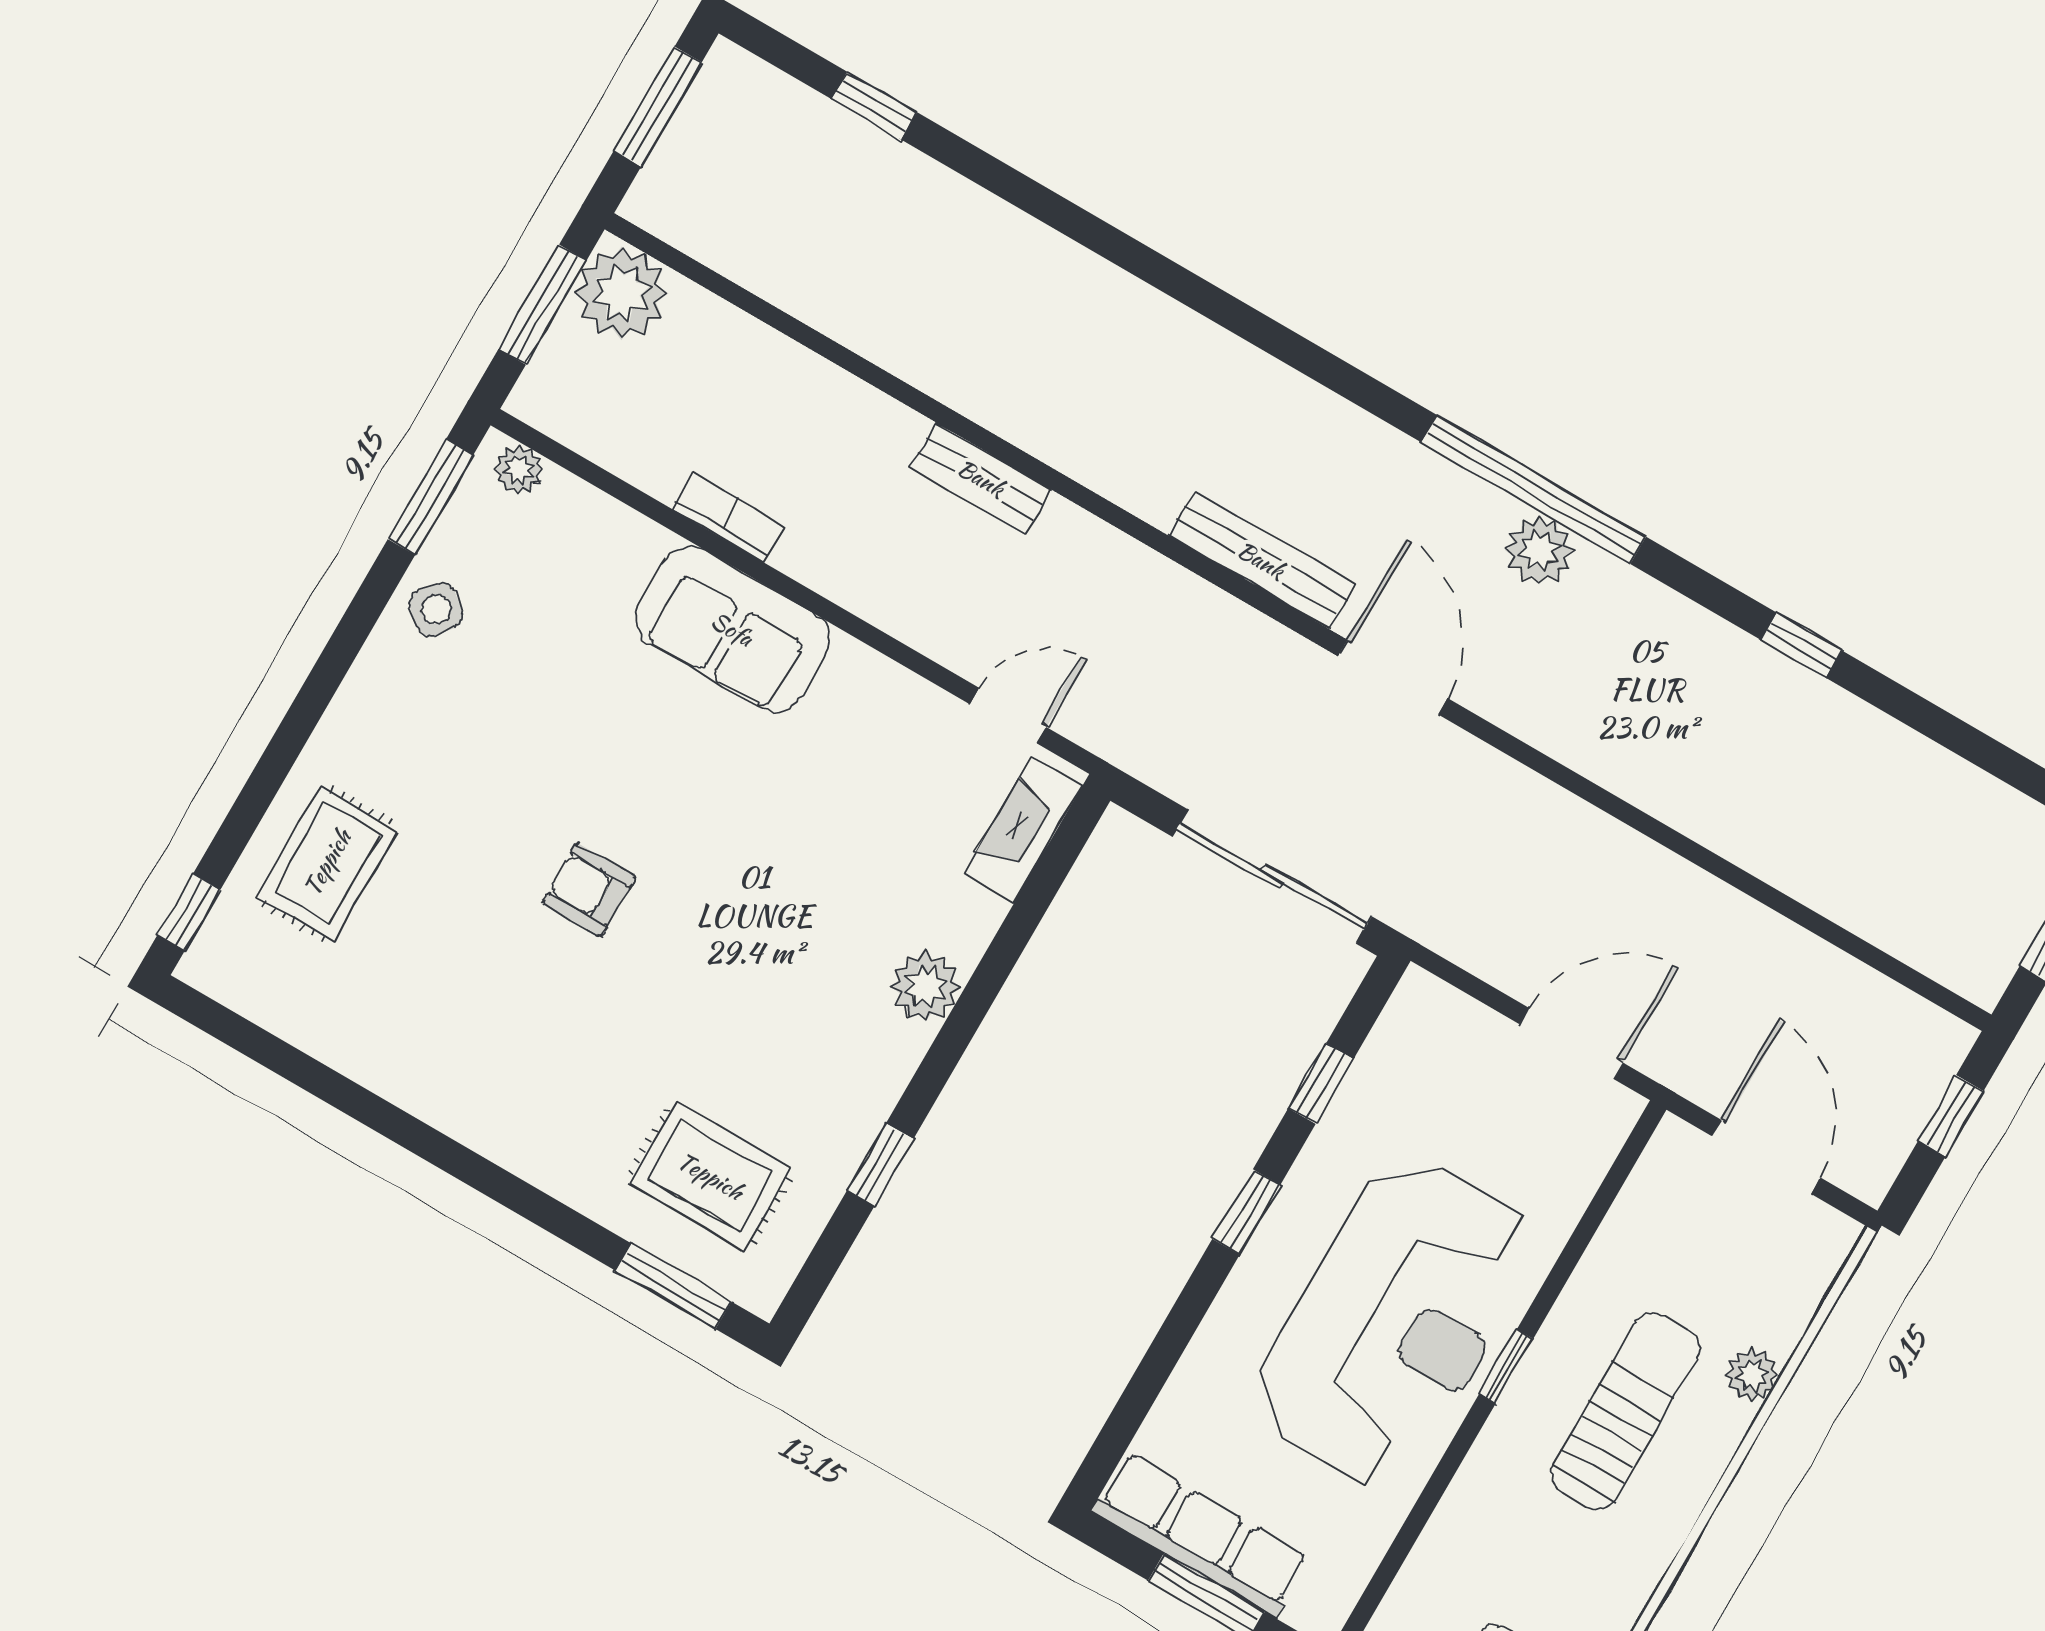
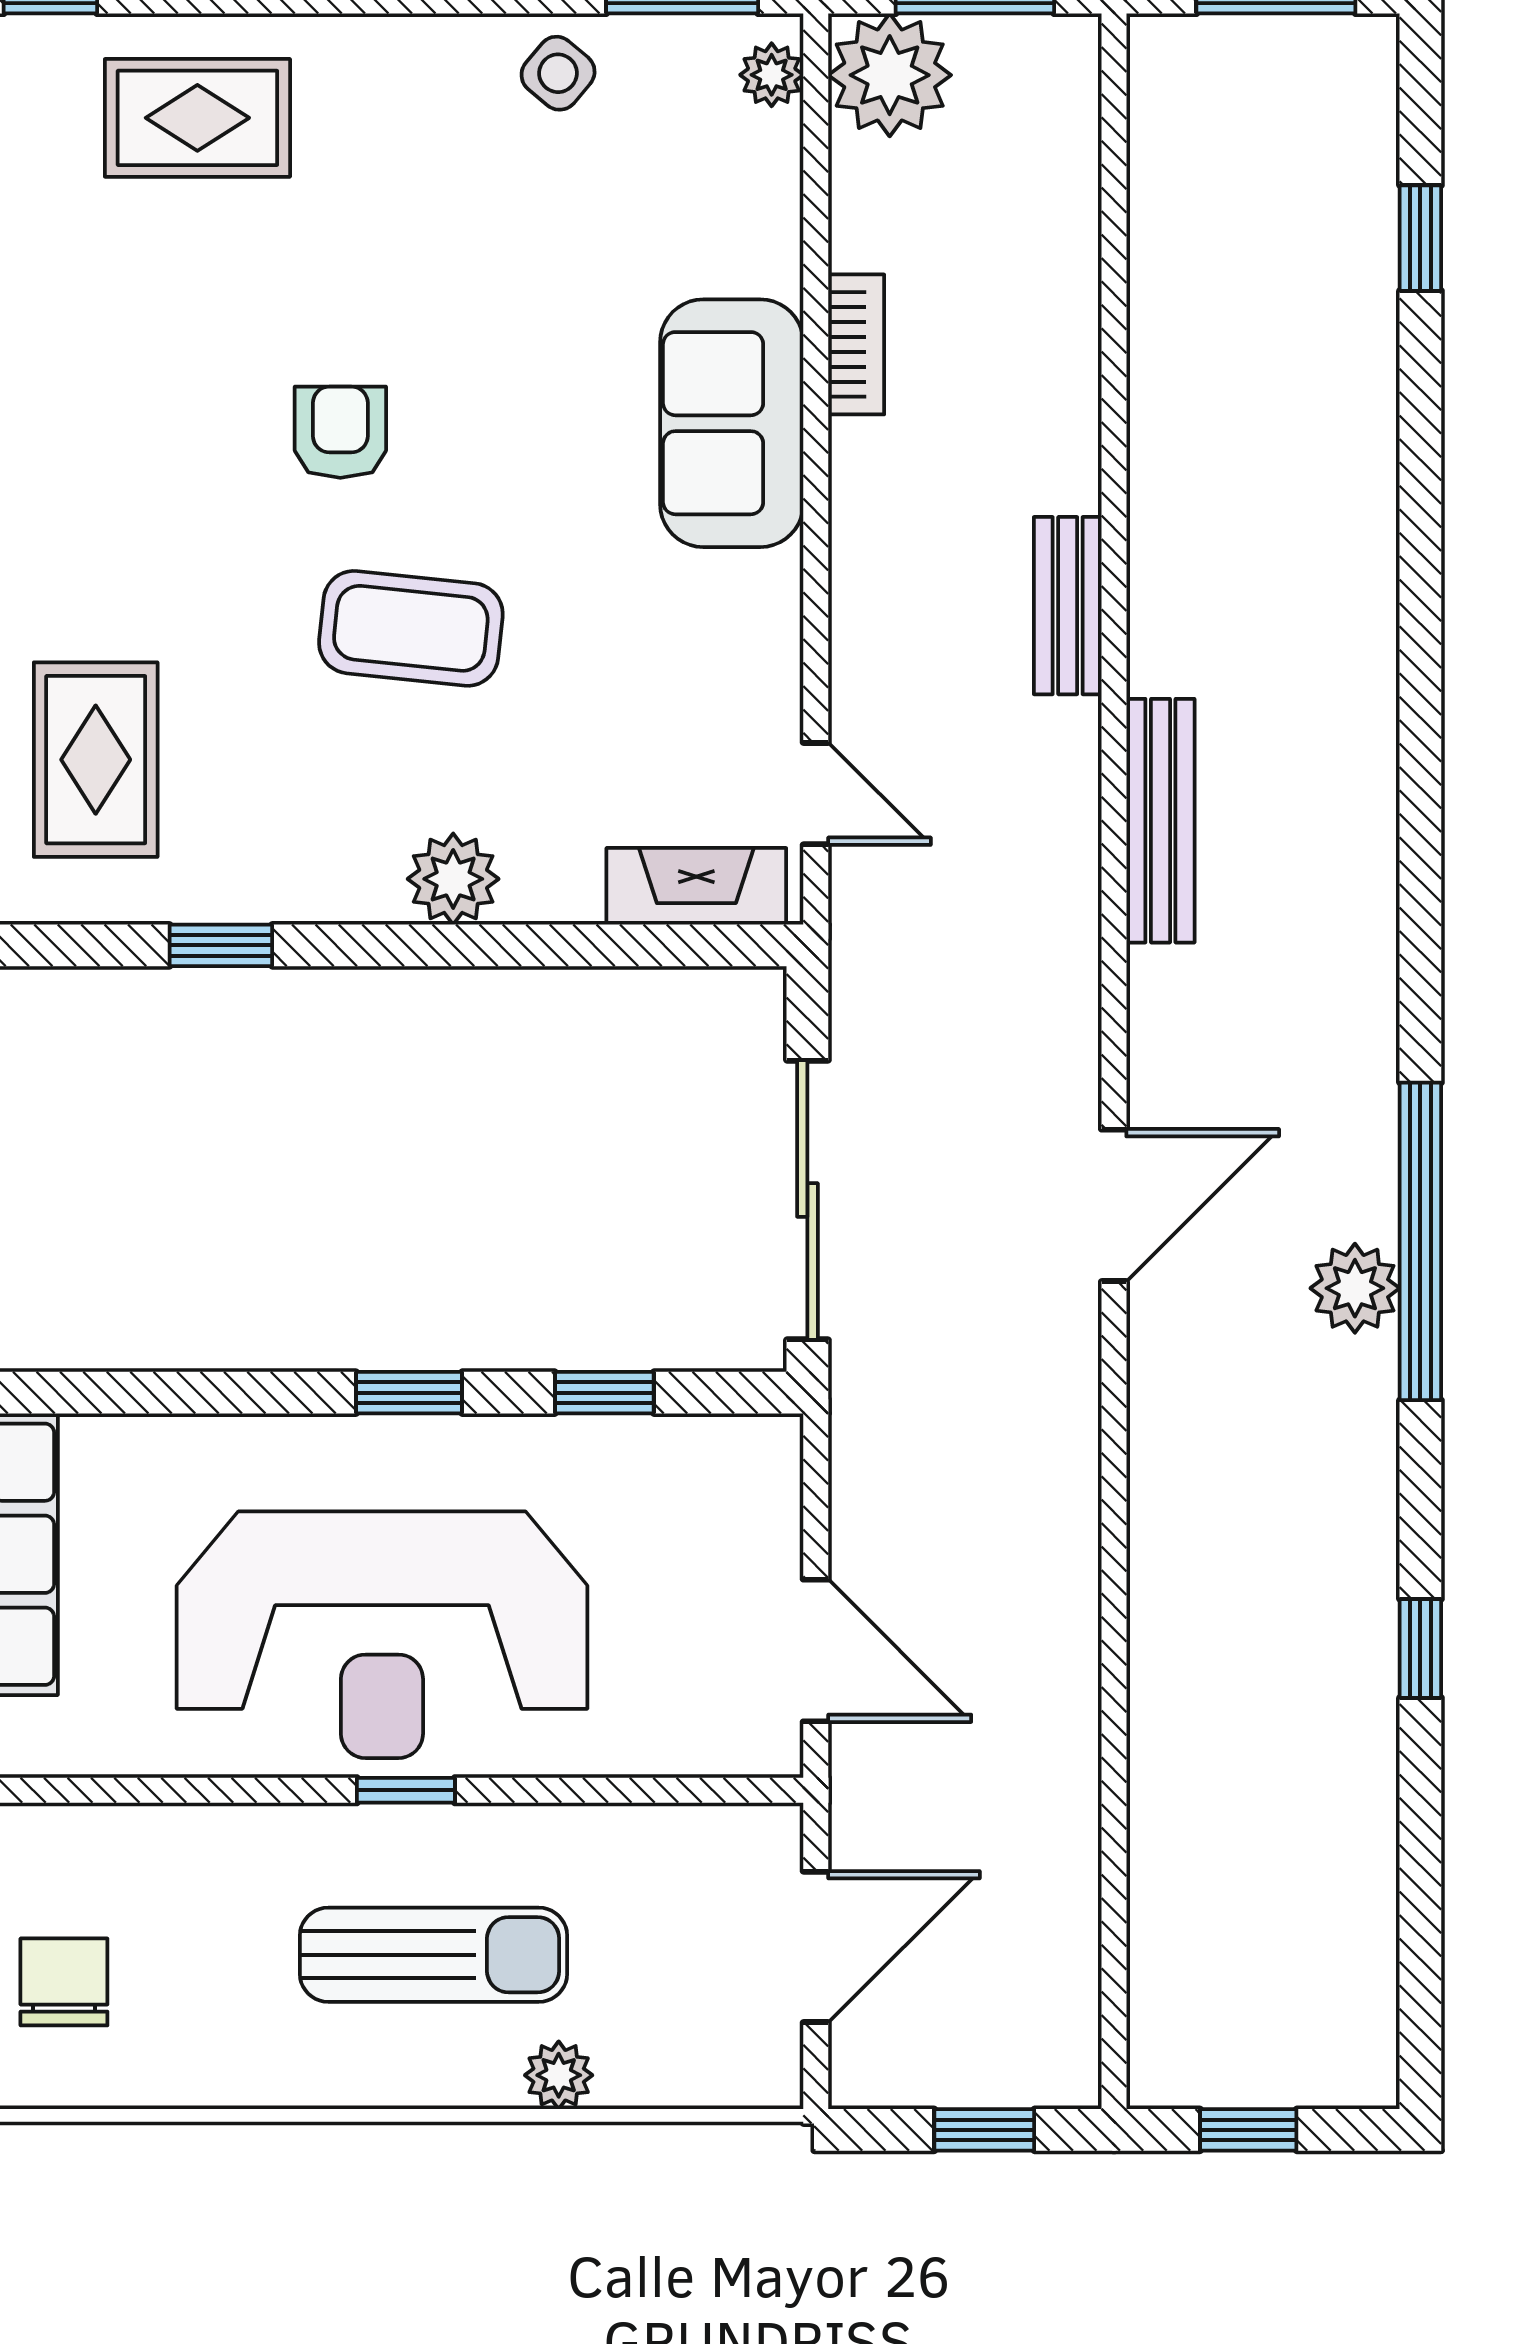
plant: (622, 293) -> (890, 75), moved
bench: (1261, 560) -> (1160, 821), moved
coffee table: (745, 918) -> (411, 628), added

